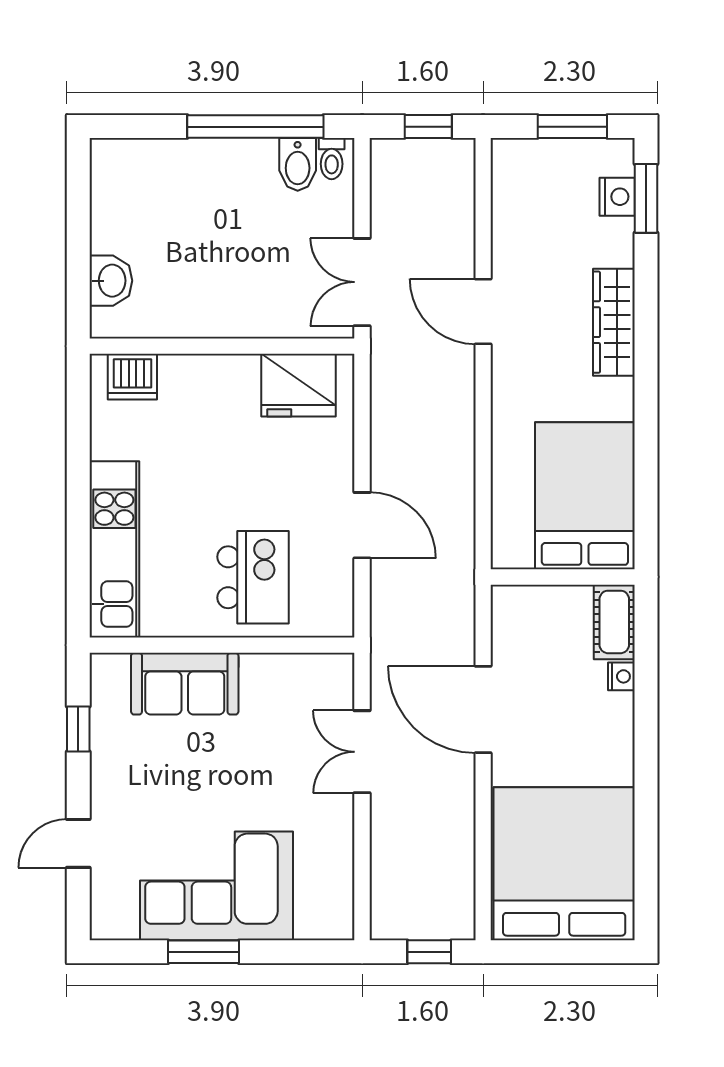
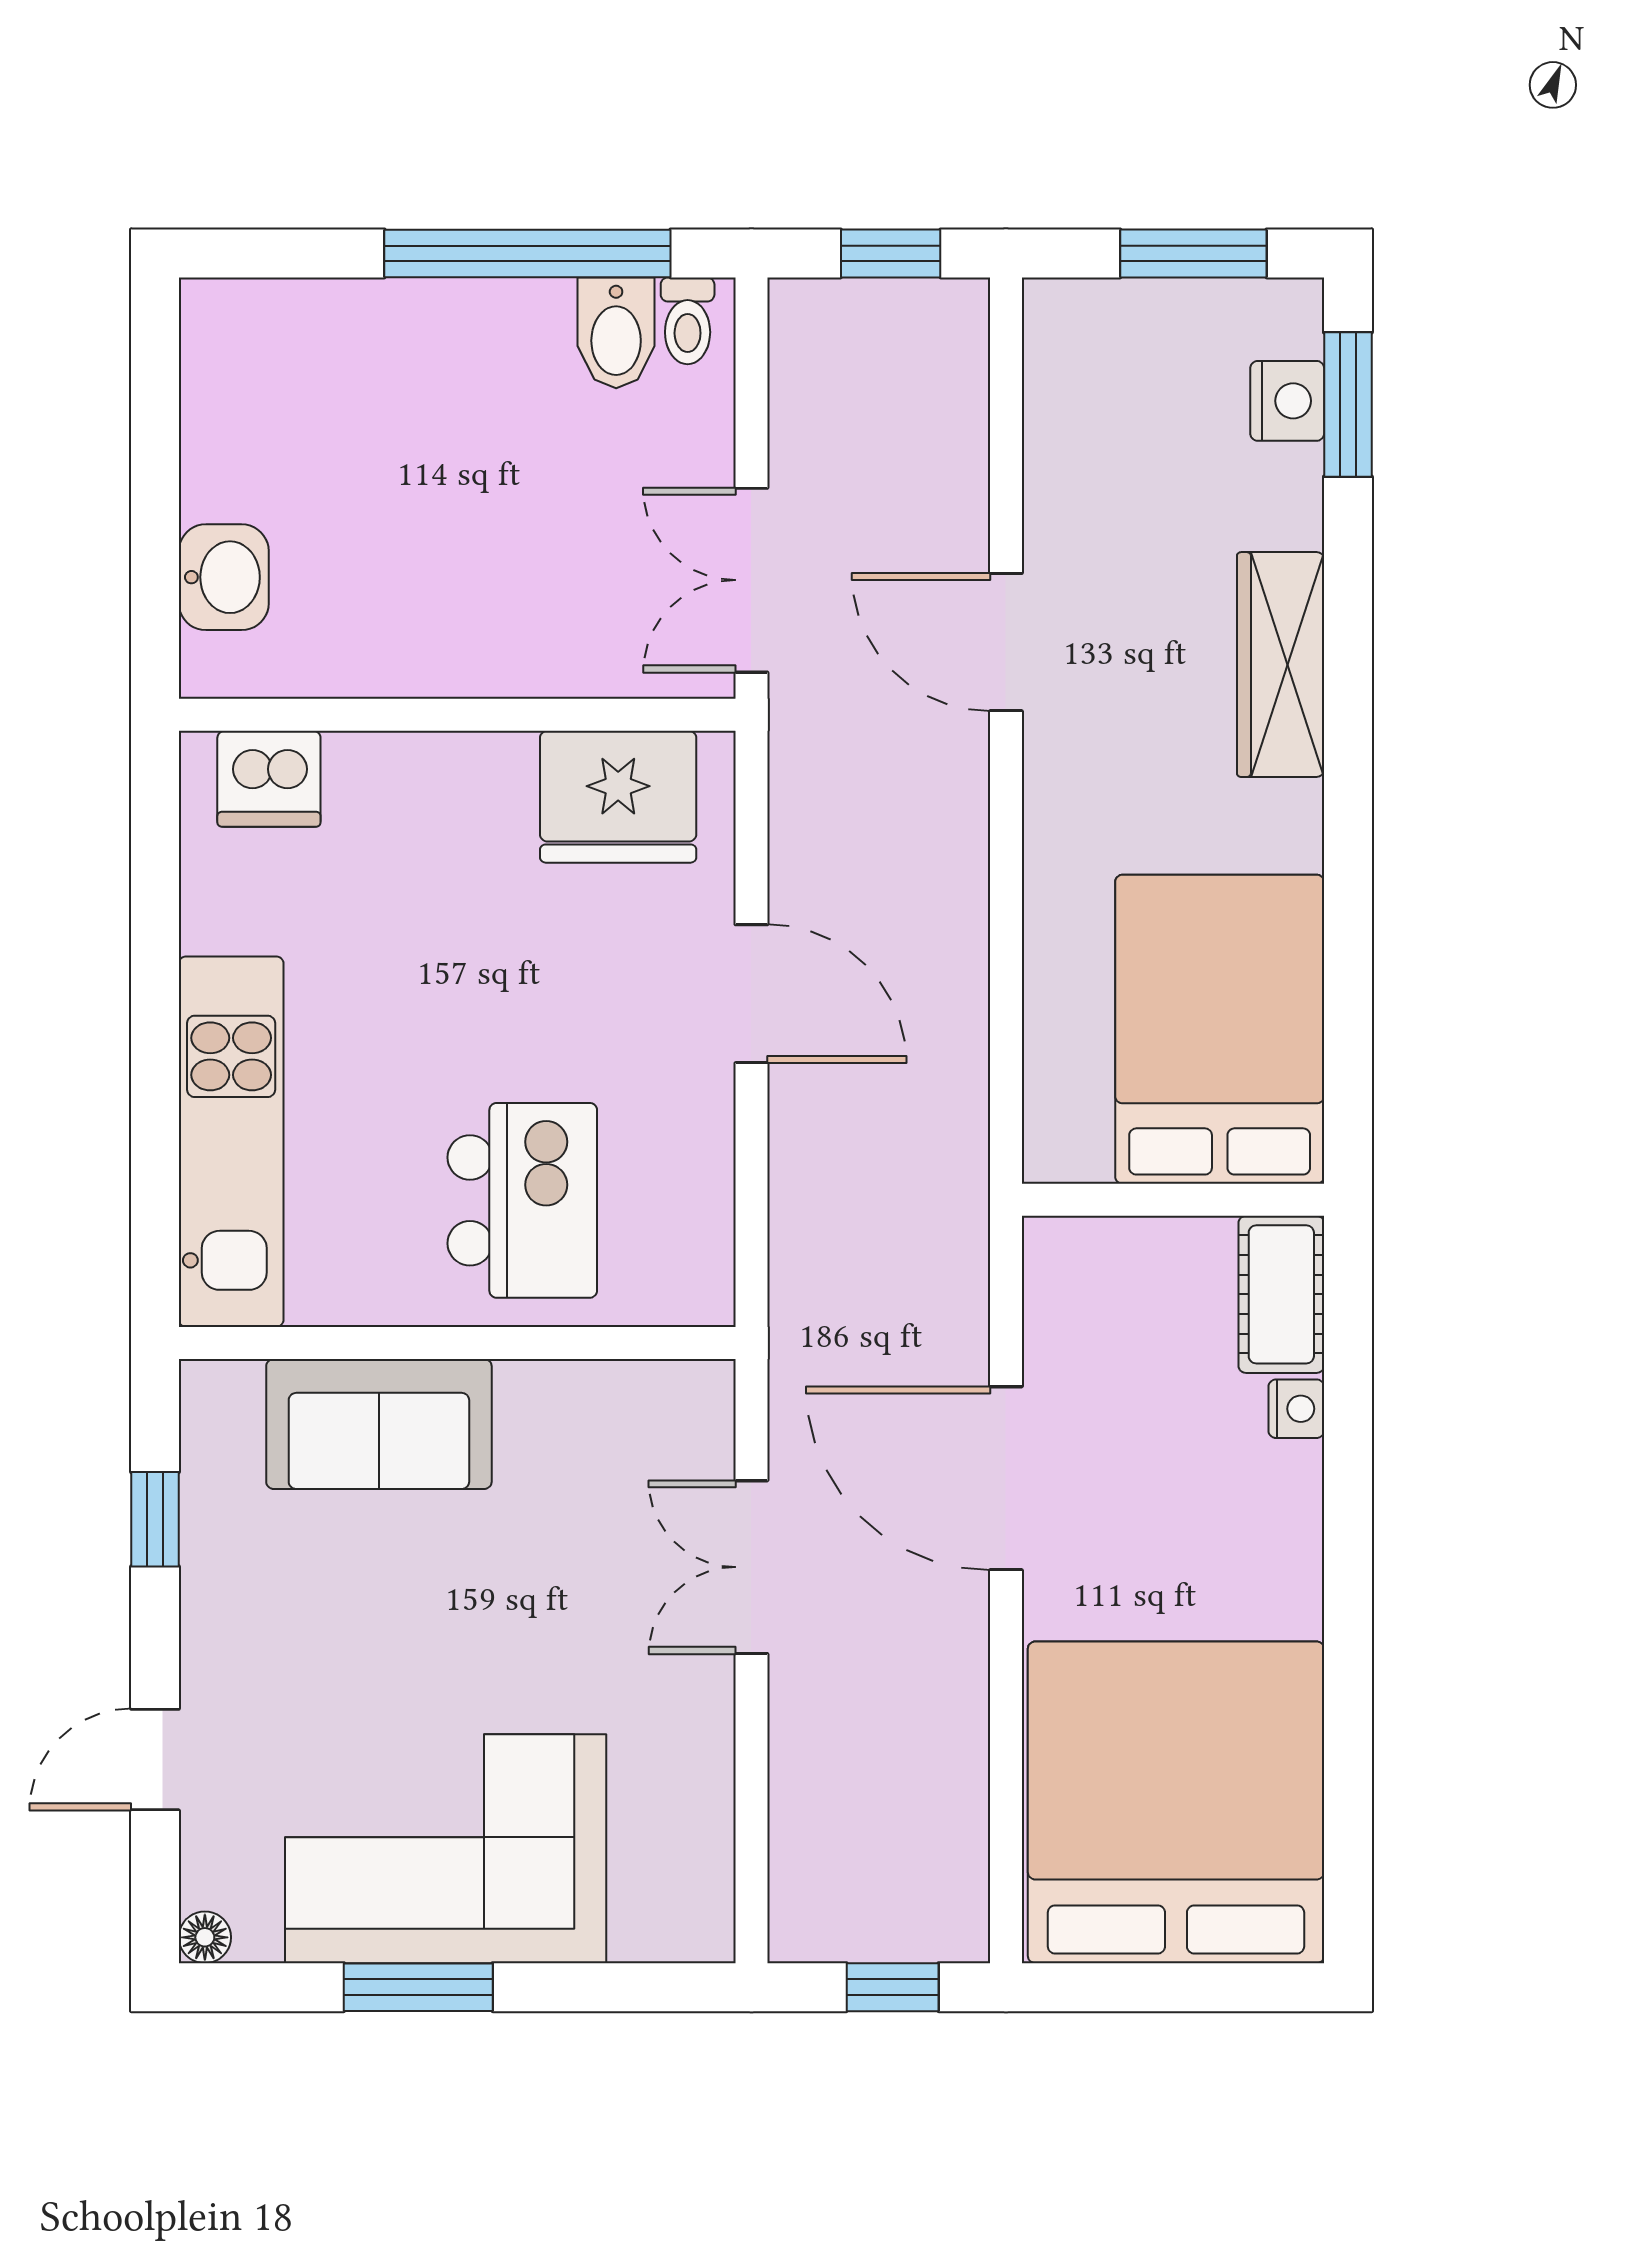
door: (362, 525) -> (751, 994), moved
floor lamp: (102, 928) -> (205, 1937), added

